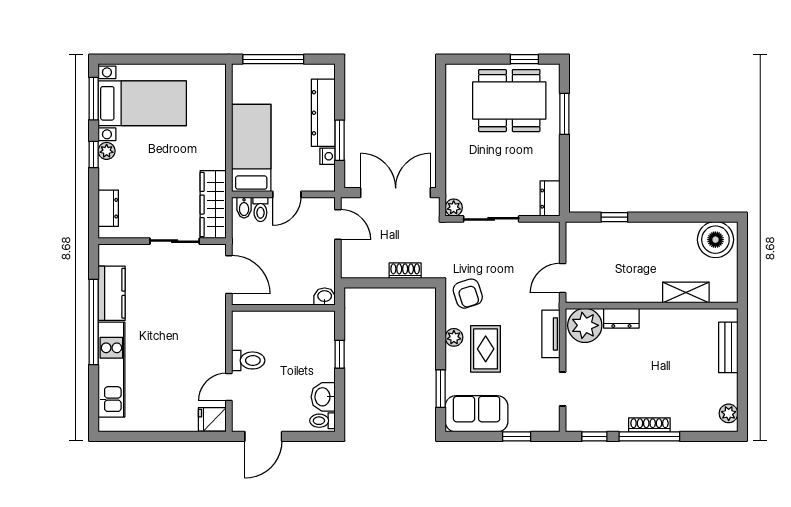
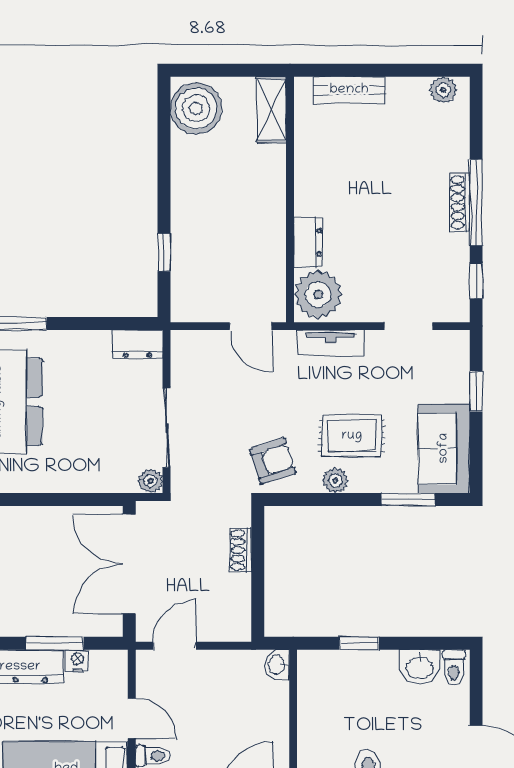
shelving: (686, 292) -> (271, 110), moved

